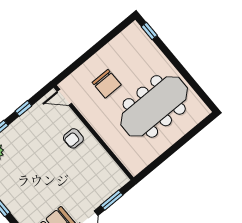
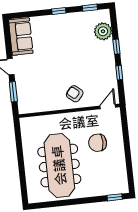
armchair: (73, 138) -> (75, 94), turned -50

